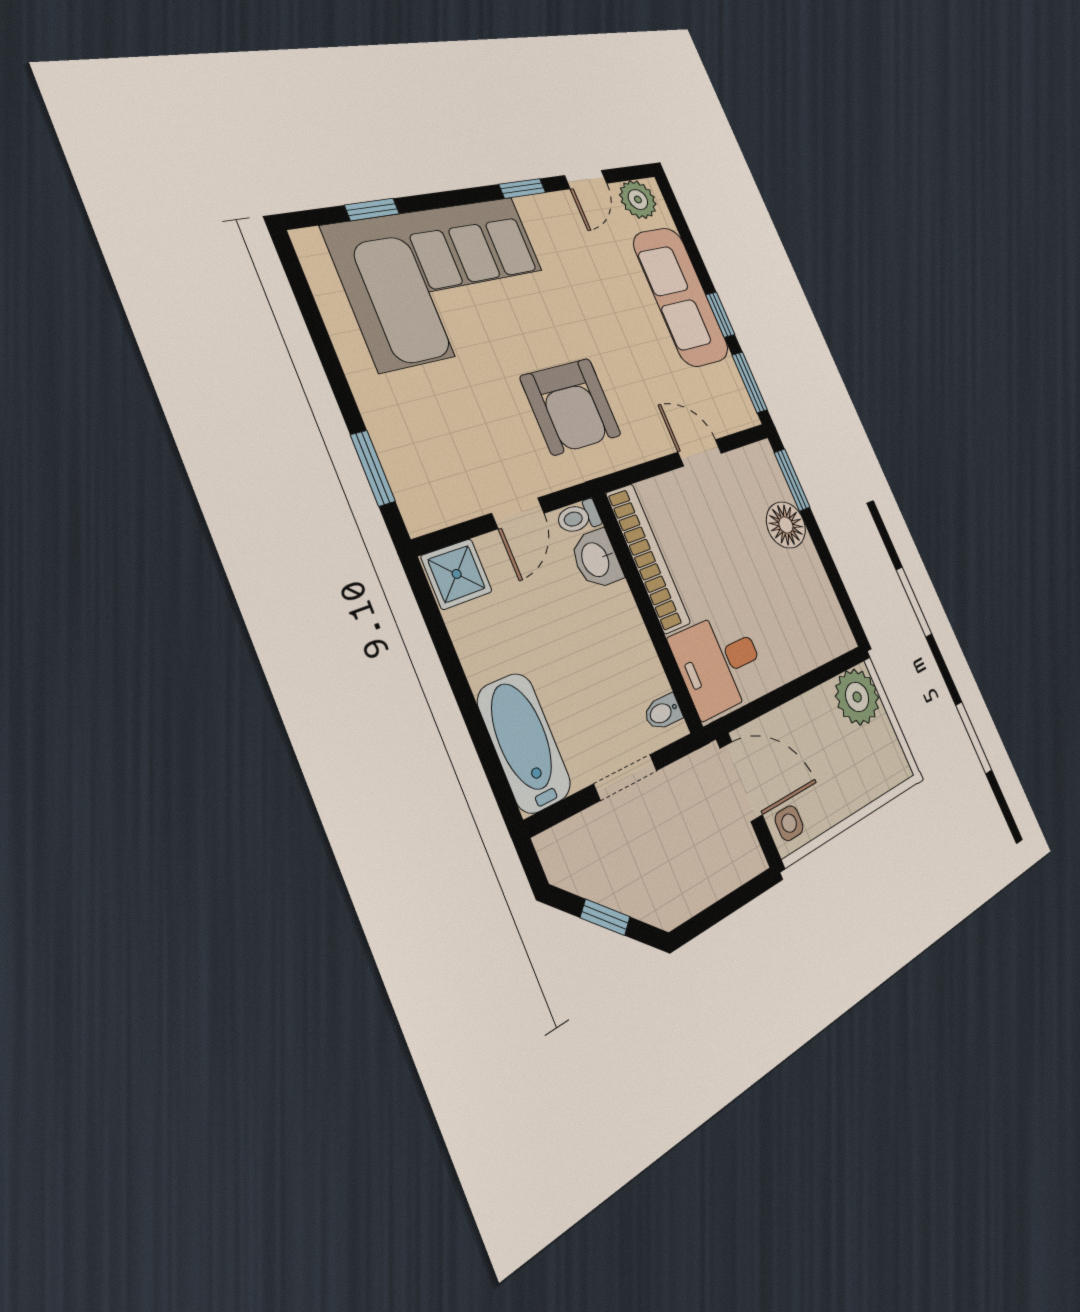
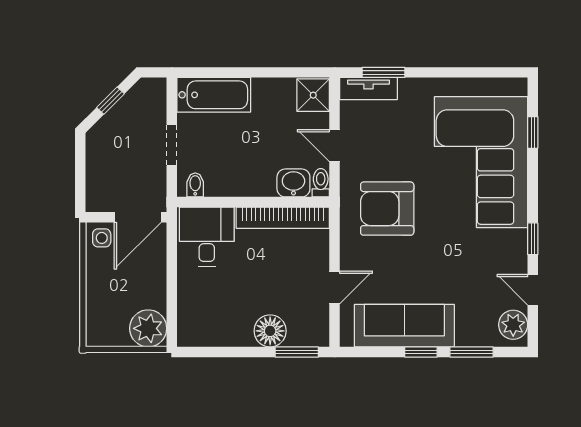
sofa: (681, 297) -> (404, 326), moved
window: (750, 382) -> (472, 352), moved
tv unit: (409, 485) -> (368, 88), added

